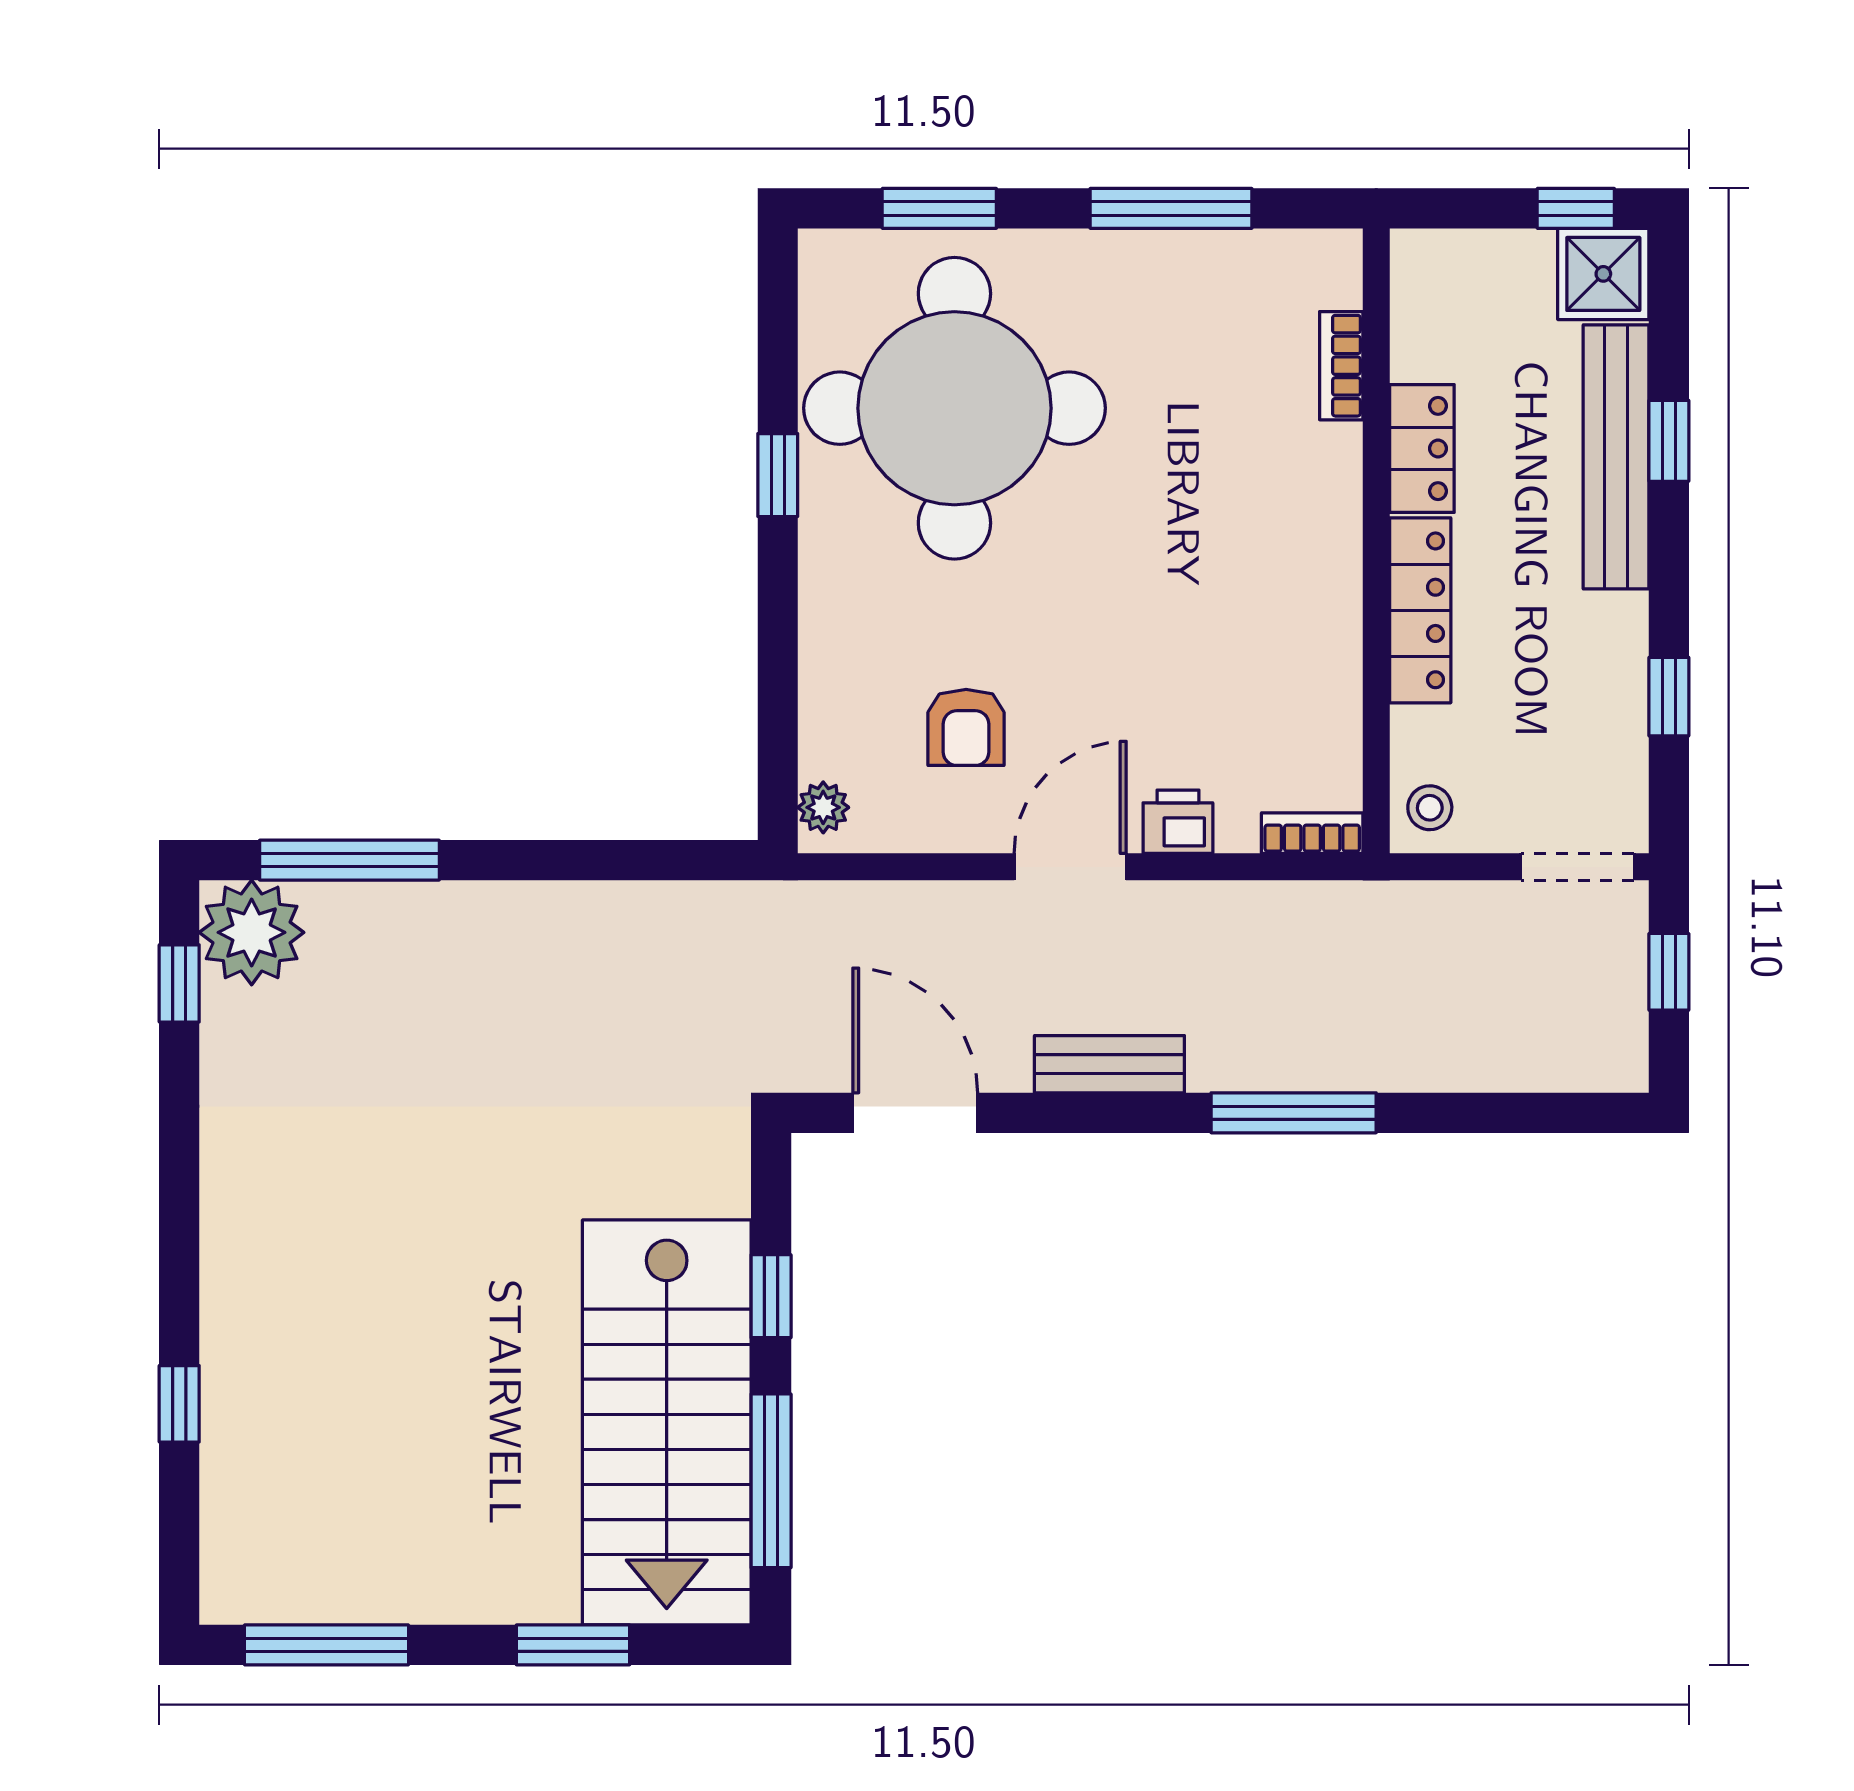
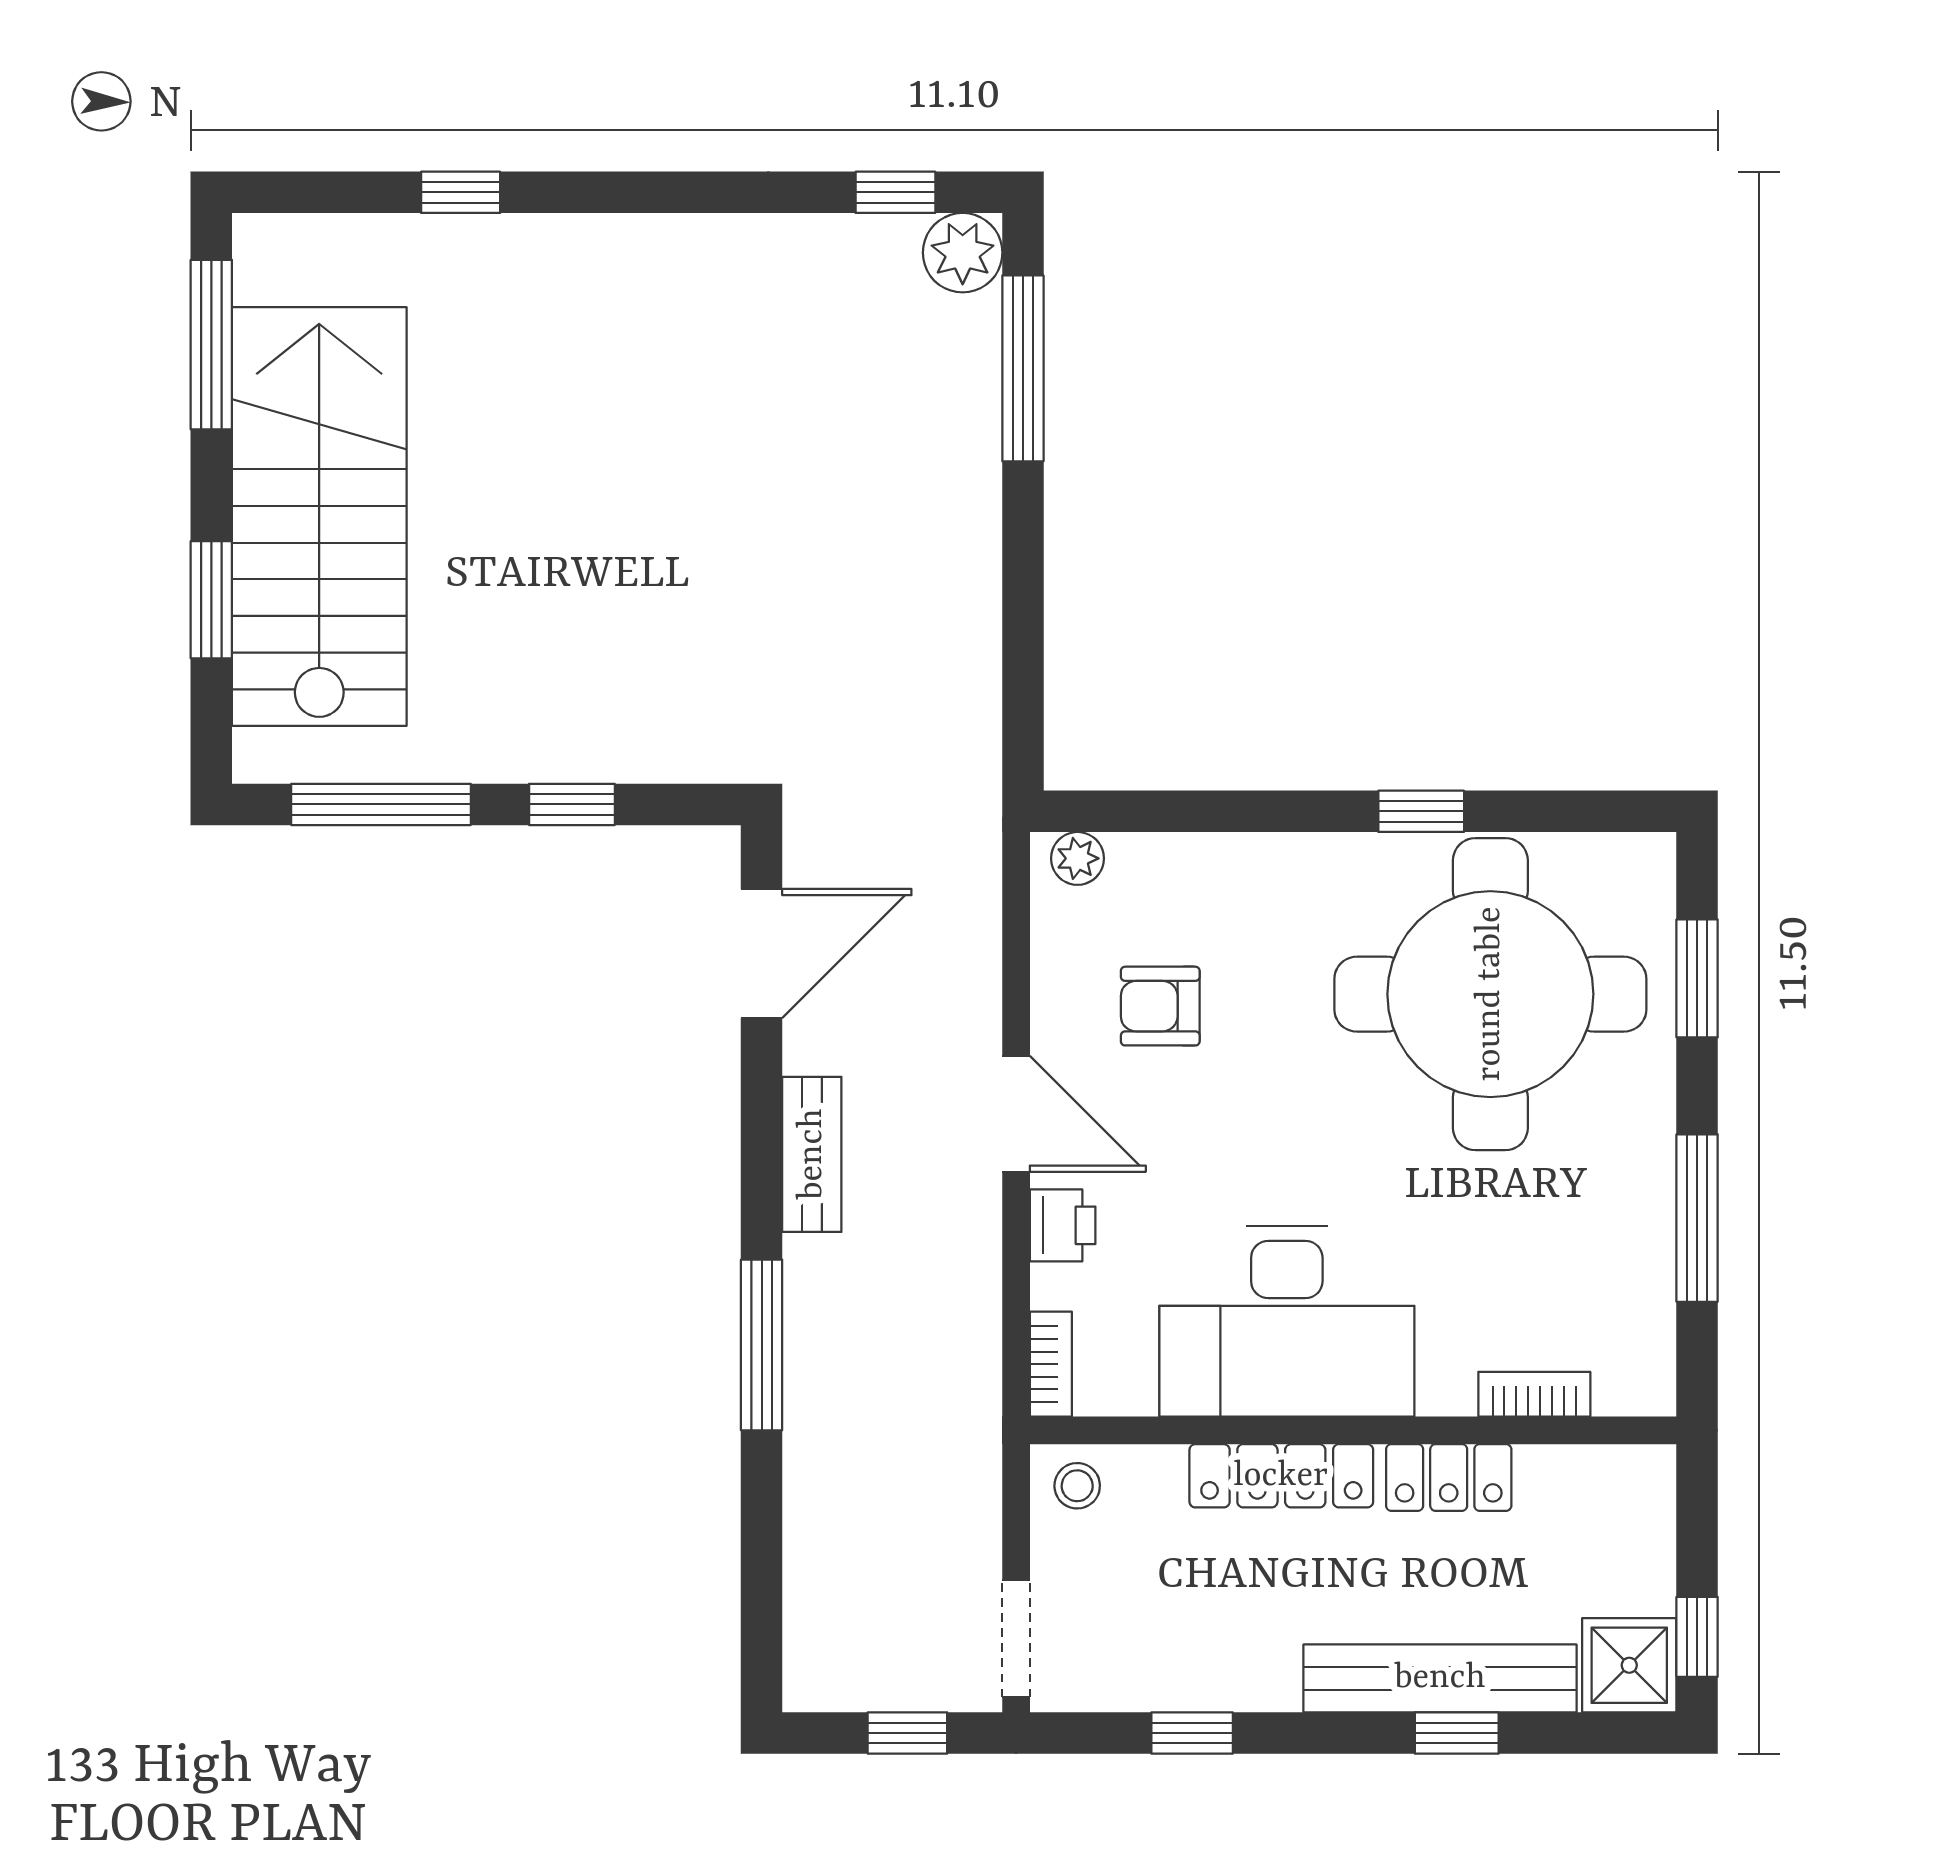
desk: (1271, 605) -> (1287, 1321), added
plant: (252, 932) -> (963, 253), width x0.73, depth x0.73
stairs: (667, 1422) -> (319, 517), moved, turned 90

